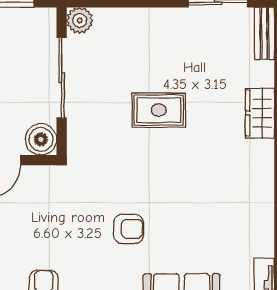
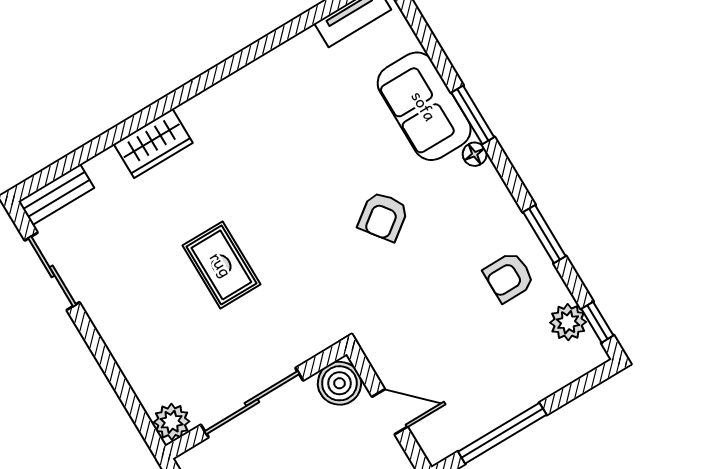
armchair: (129, 229) -> (383, 216), turned -127

